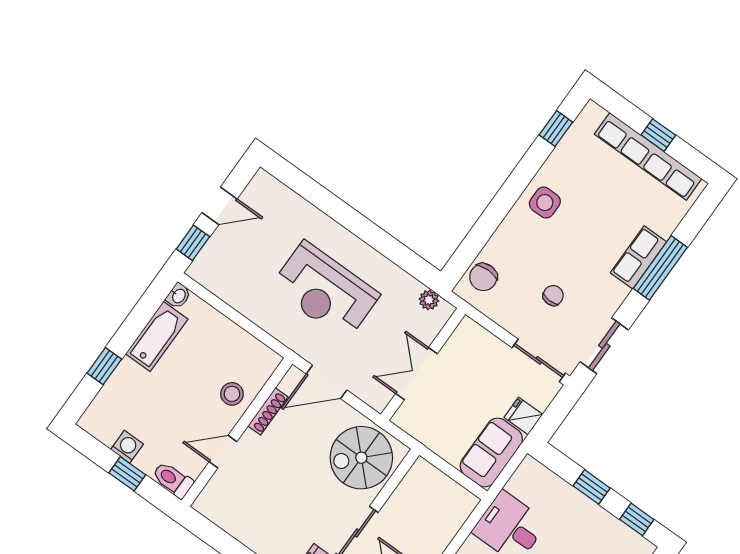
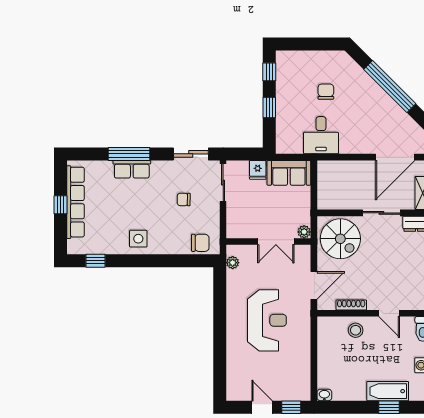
bathtub: (157, 336) -> (388, 391), moved
door: (327, 382) -> (314, 285), hinge flipped
plant: (403, 418) -> (304, 232), added

